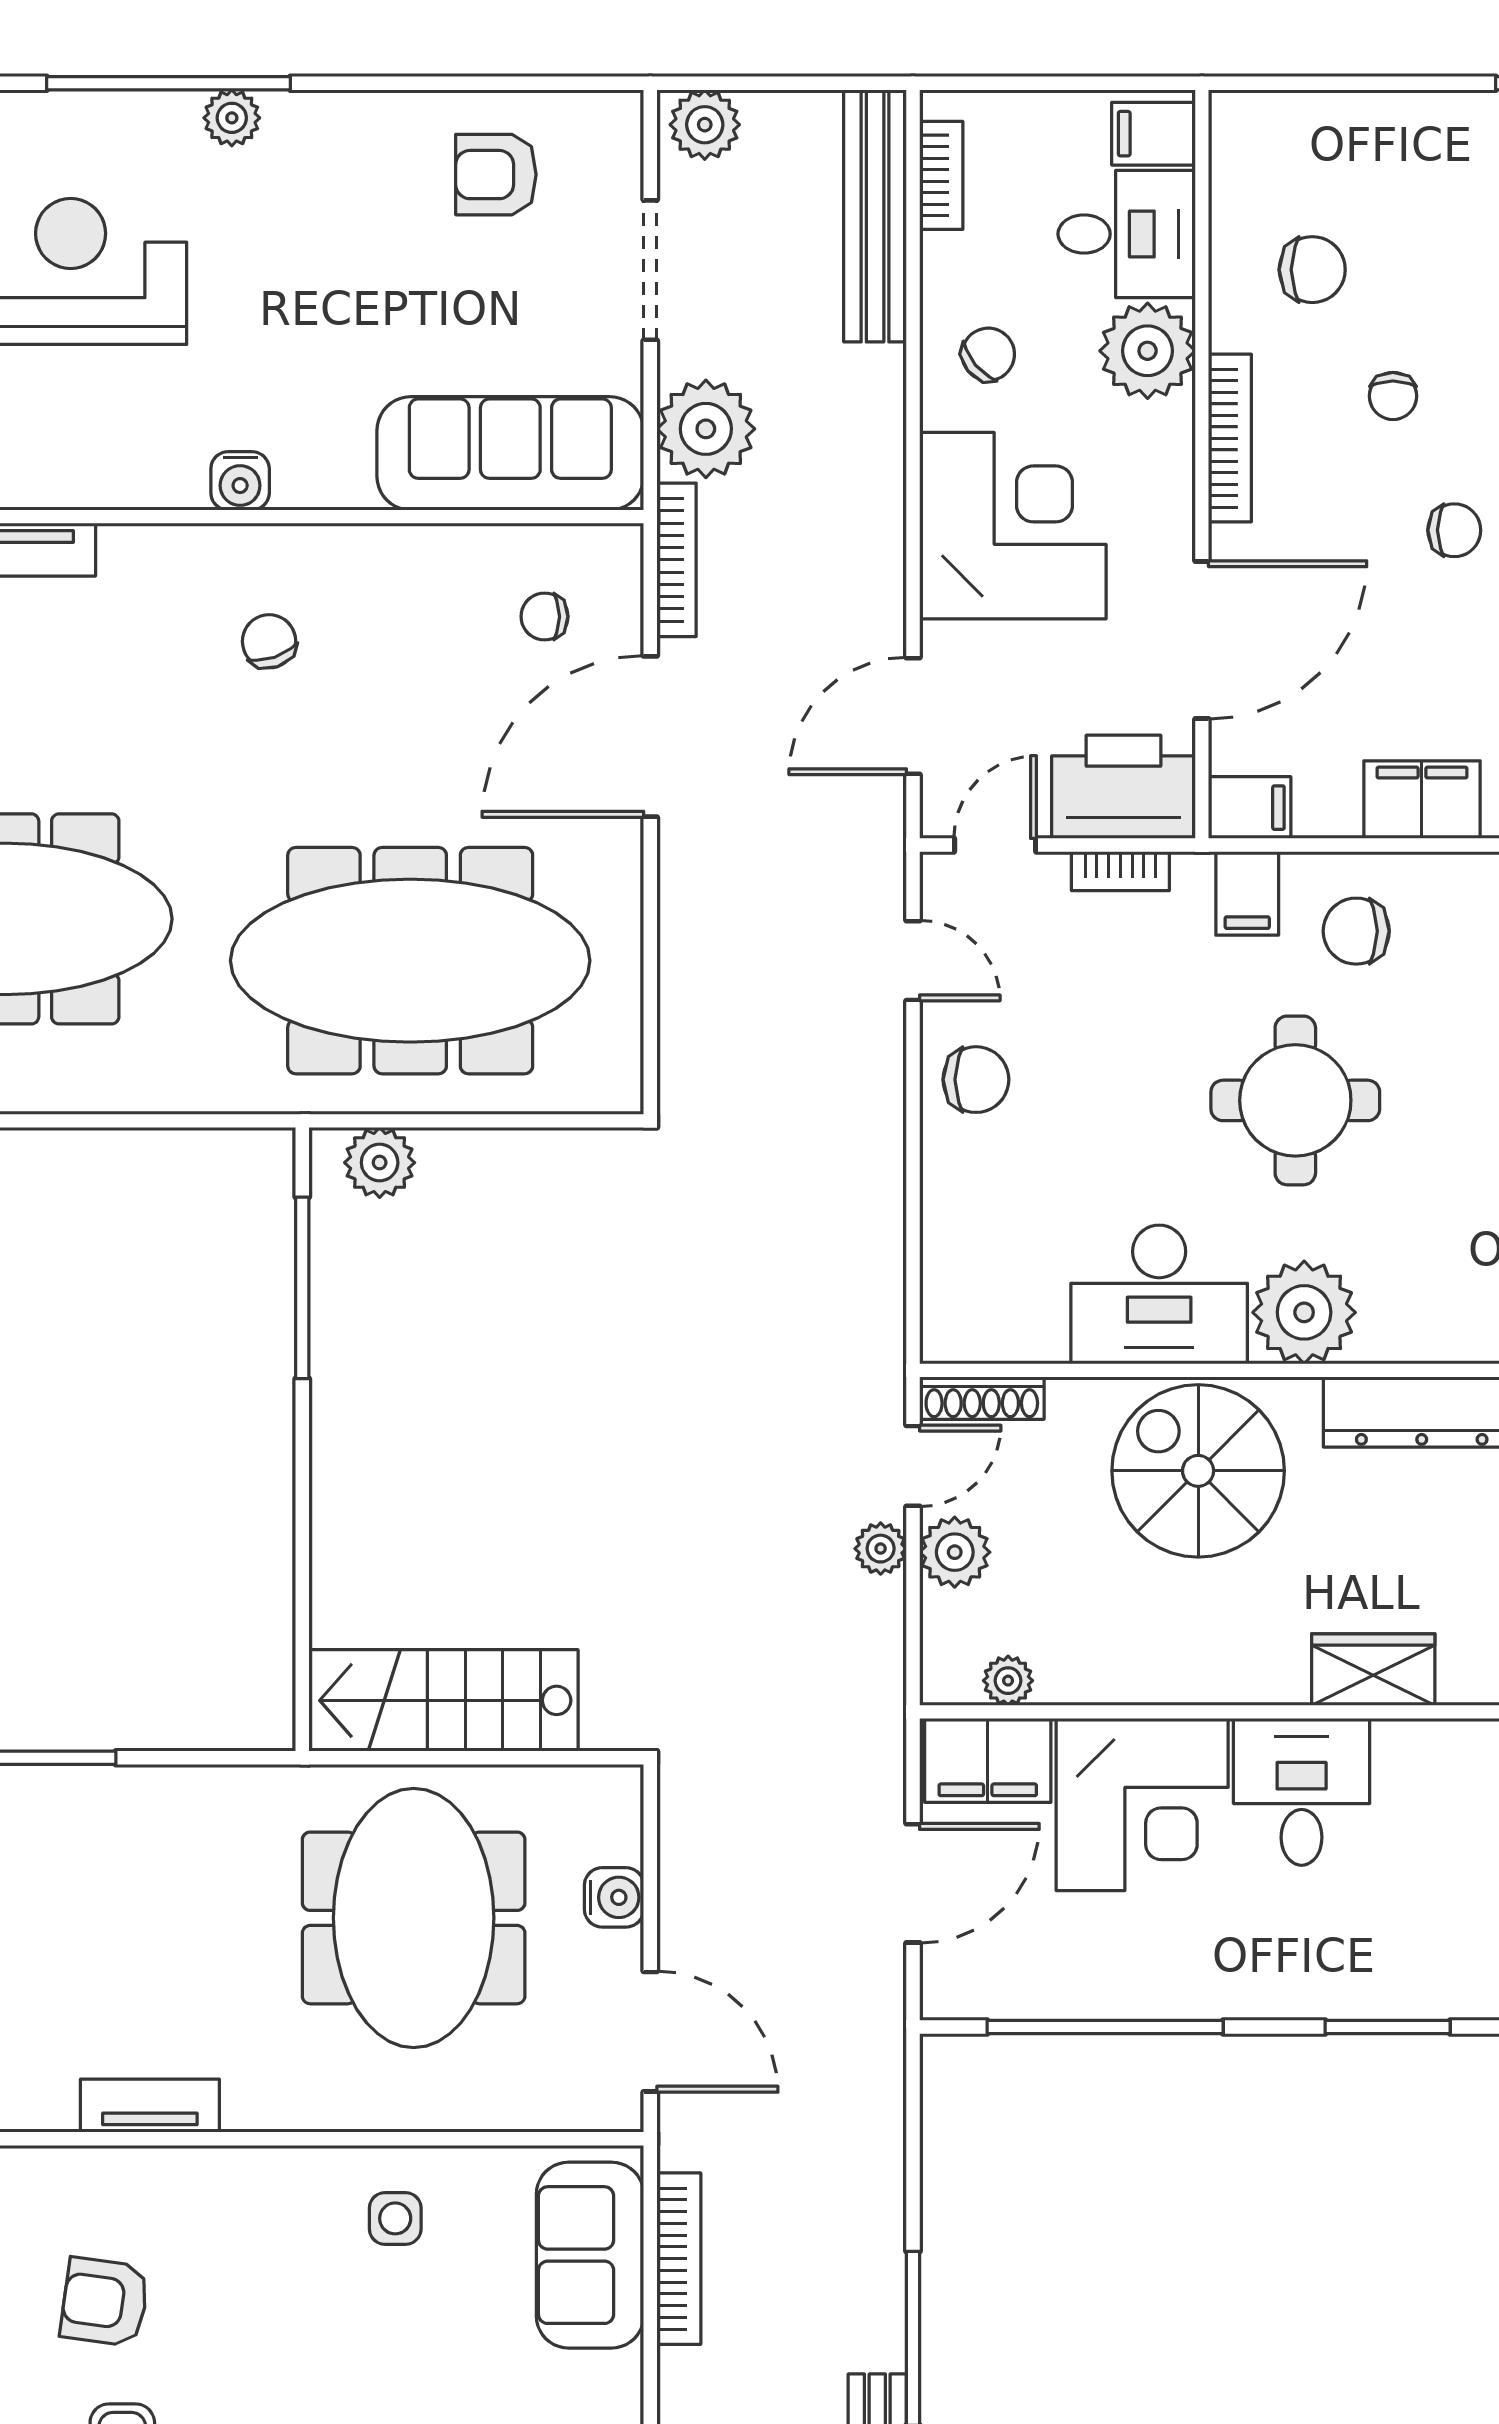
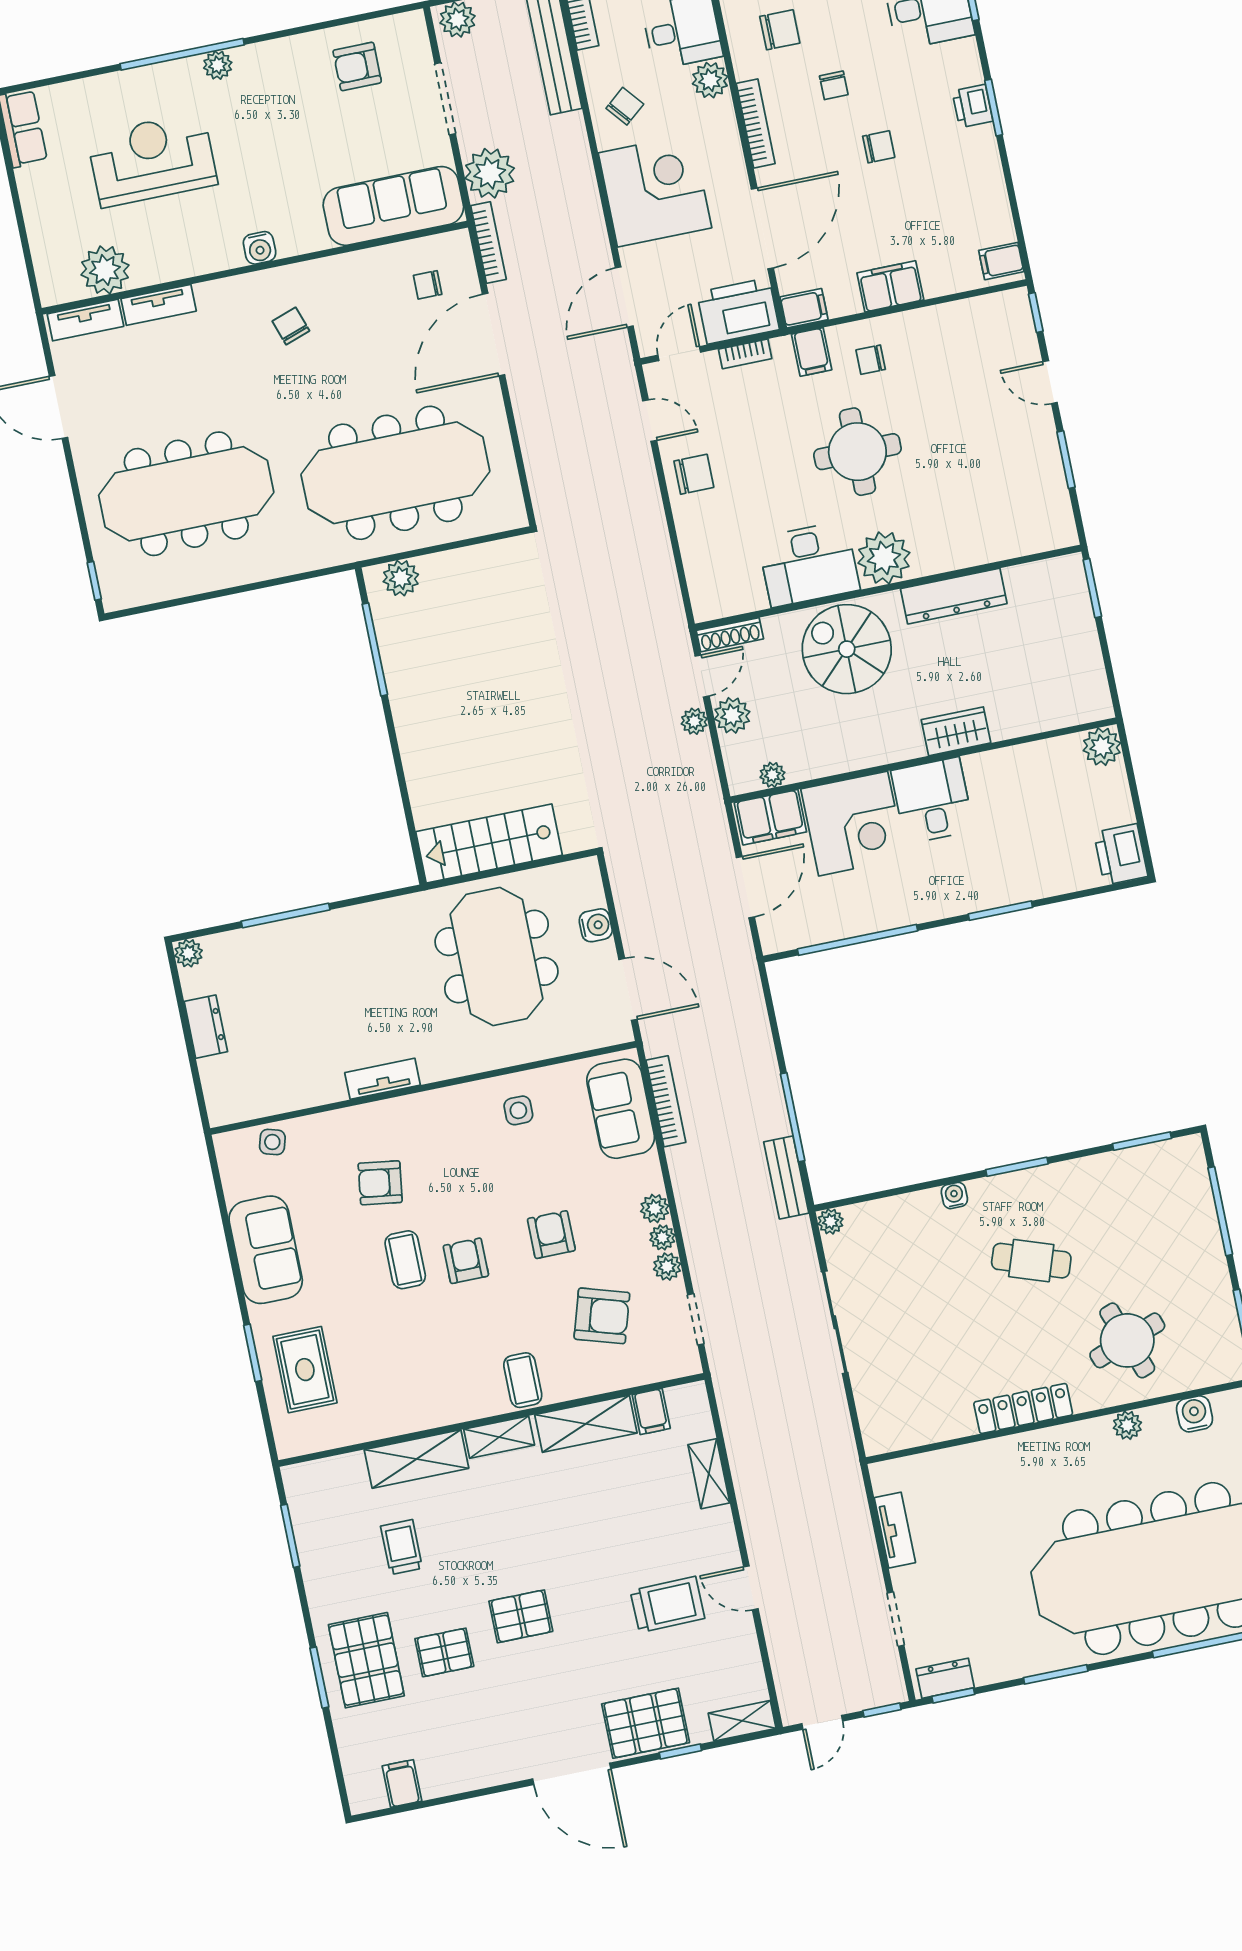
plant: (1148, 351) -> (710, 80), width x0.73, depth x0.73
chair: (1356, 931) -> (871, 360), width x0.73, depth x0.73

